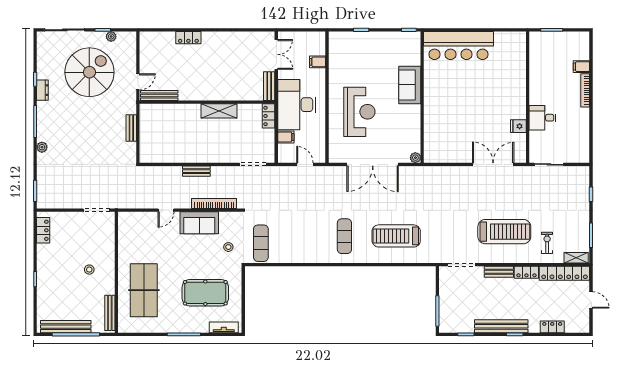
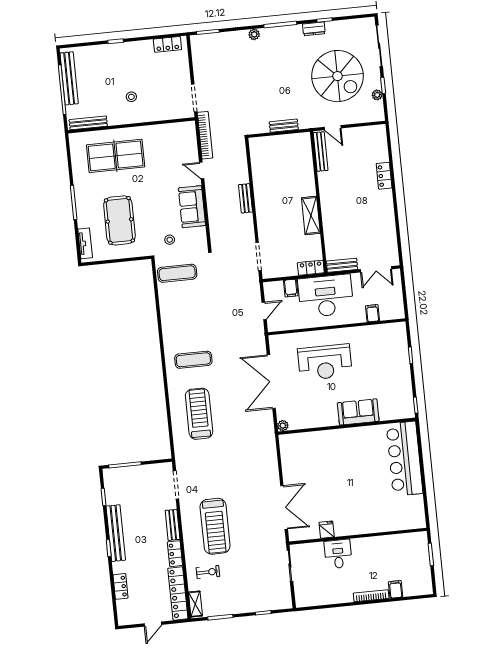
bookcase: (214, 203) -> (205, 135), moved

